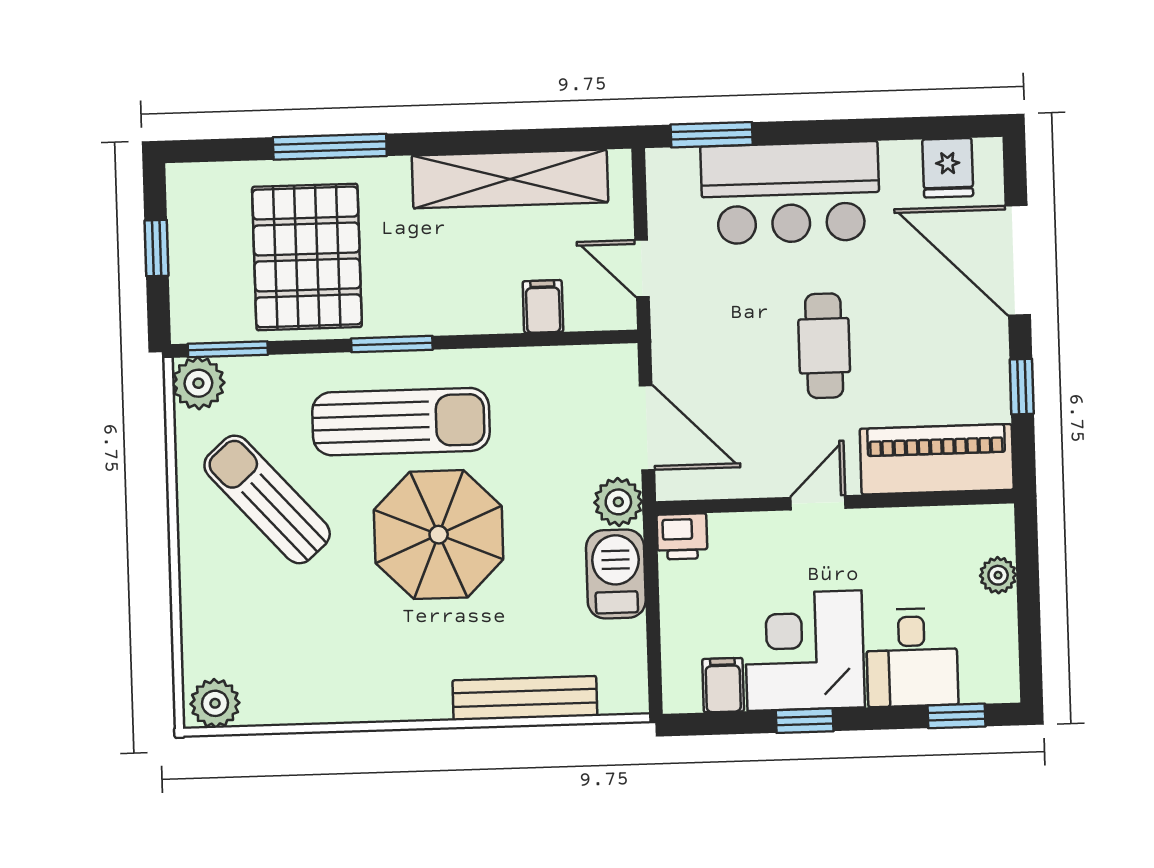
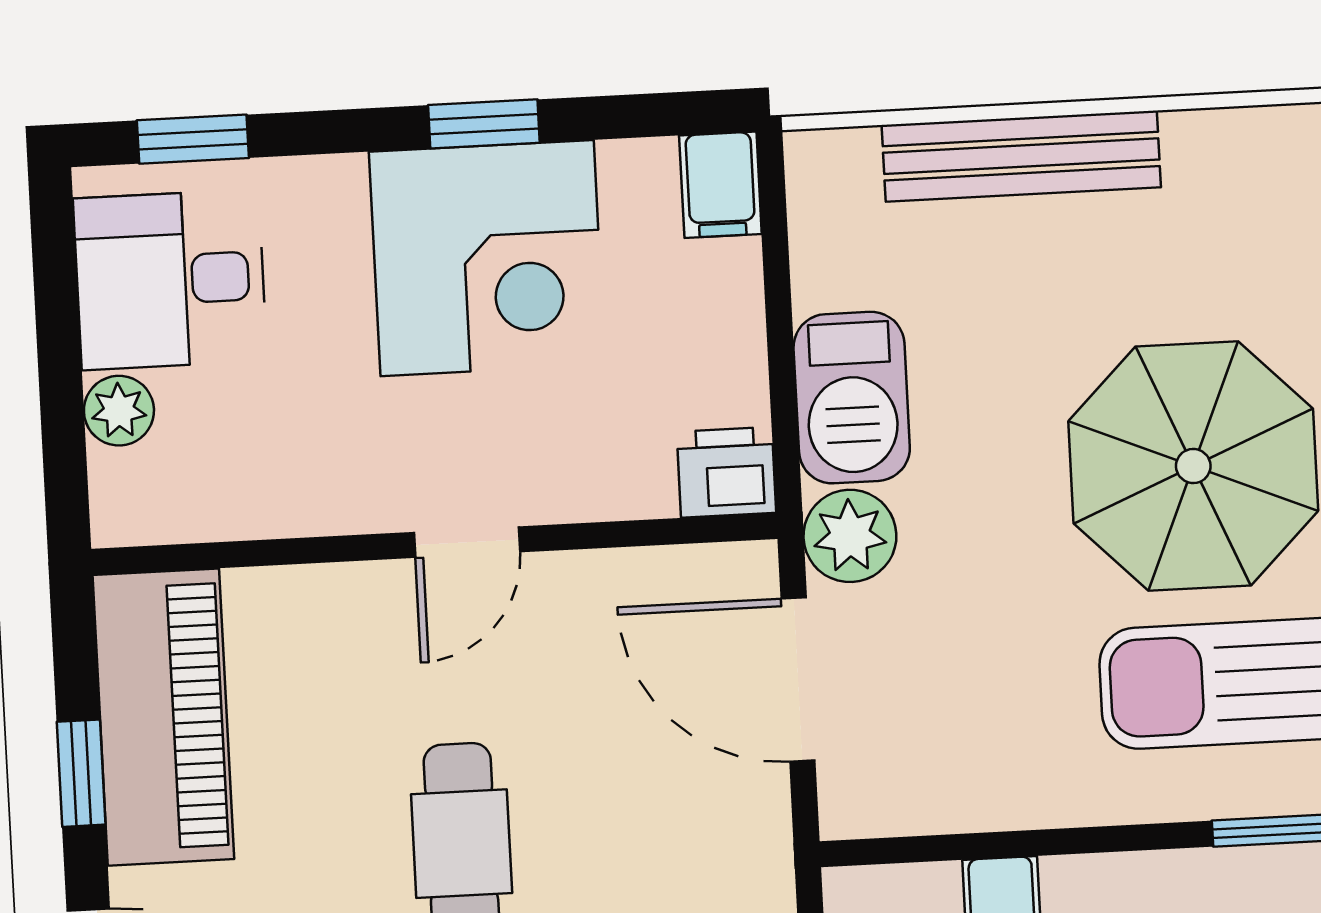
piano: (937, 459) -> (163, 717), moved, turned -90
desk: (912, 657) -> (170, 280), moved, turned -90
filing cabinet: (723, 685) -> (720, 185), moved

